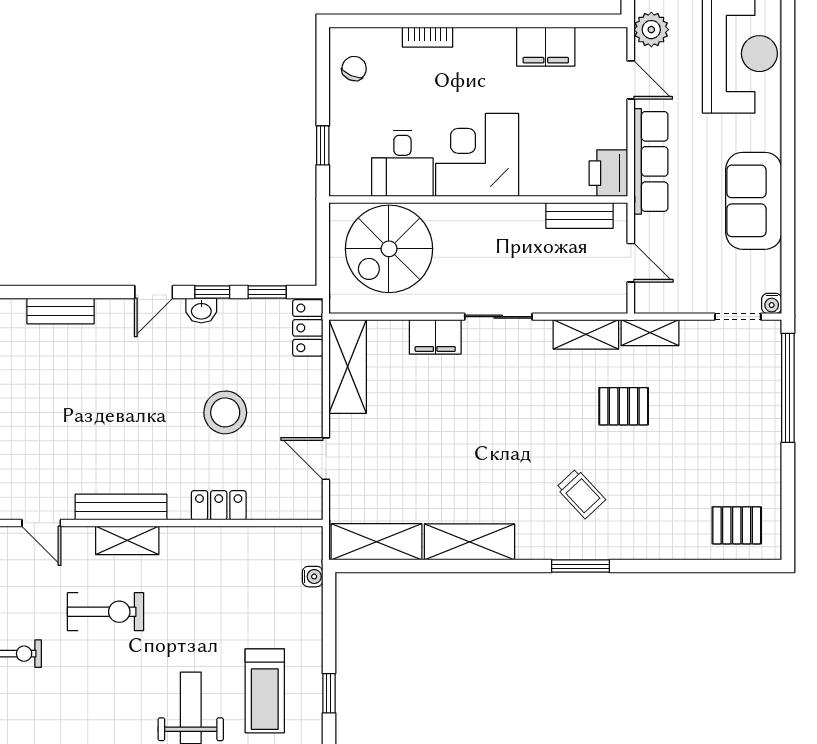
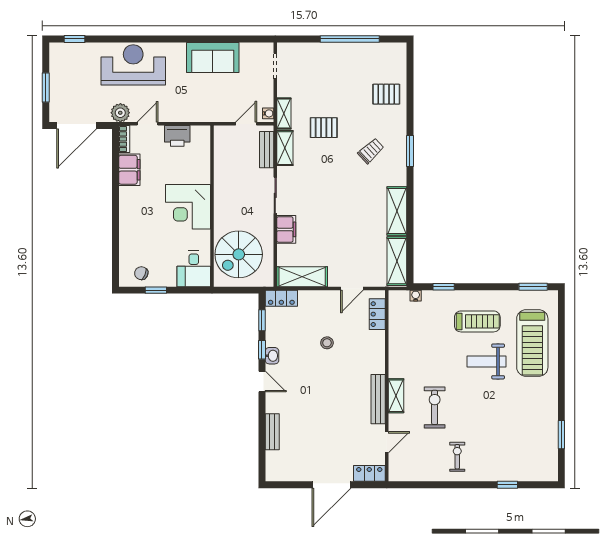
bookcase: (428, 37) -> (124, 139), moved
window: (323, 145) -> (156, 290), moved
row of seats: (651, 161) -> (191, 113), removed
desk: (402, 163) -> (194, 269), moved, turned 90
printer: (608, 173) -> (177, 136), moved
bench: (580, 215) -> (267, 150), moved
spiral stairs: (389, 249) -> (239, 254), turned 90
water cooler: (772, 303) -> (268, 113), moved
window: (788, 388) -> (350, 39), moved
pallet: (624, 406) -> (324, 128), turned 90
stool: (225, 412) -> (327, 343), width x0.53, depth x0.53
locker: (219, 505) -> (377, 314), moved
pallet: (737, 525) -> (386, 94), moved, turned 90
window: (329, 693) -> (444, 287), moved

